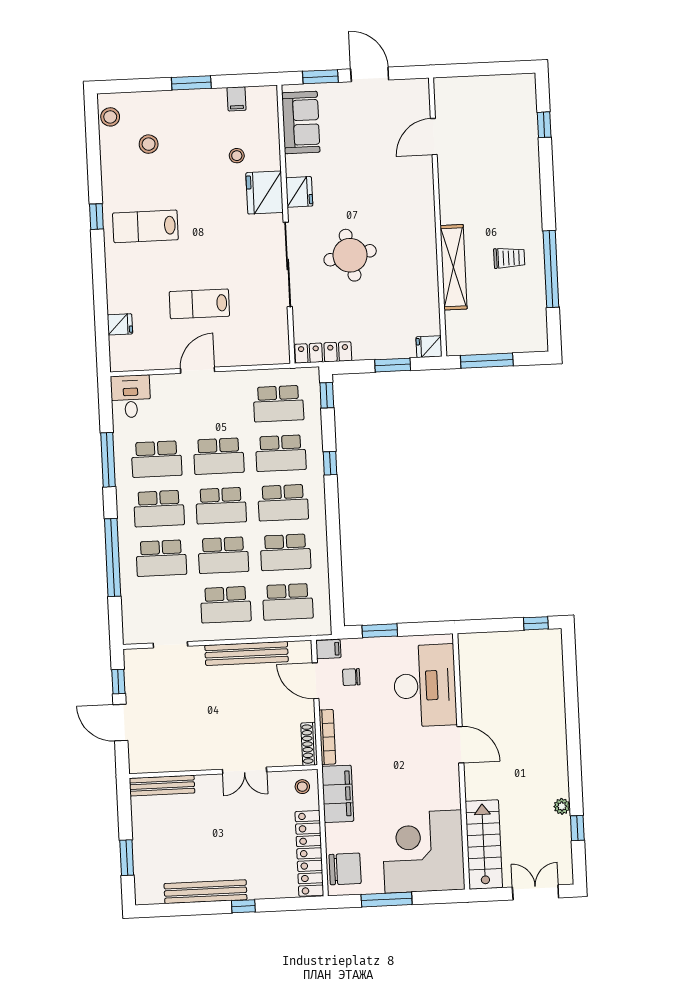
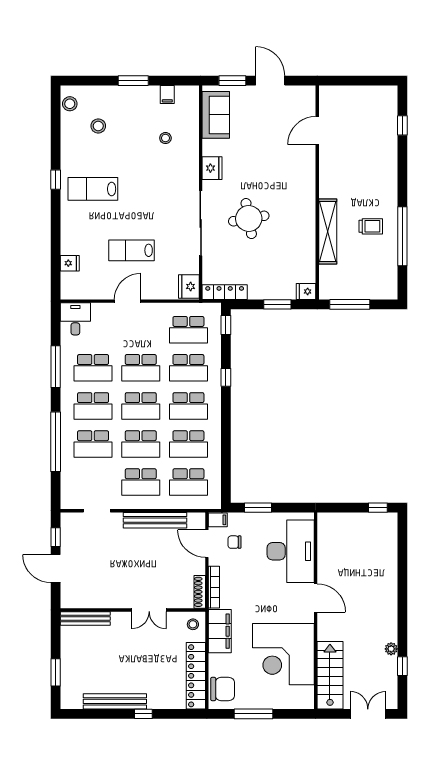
fridge: (265, 193) -> (189, 286), moved, width x0.73, depth x0.75
corner desk: (423, 851) -> (283, 654), moved, turned -90

